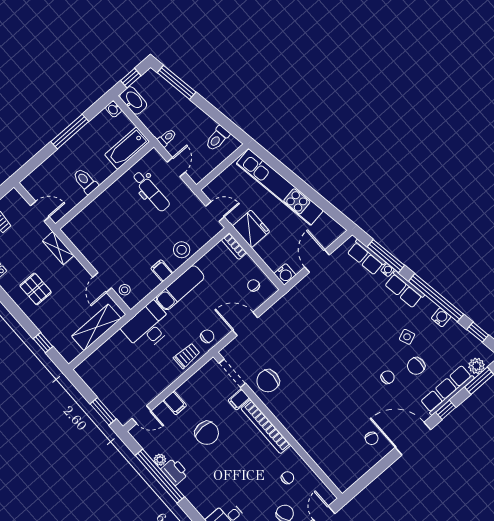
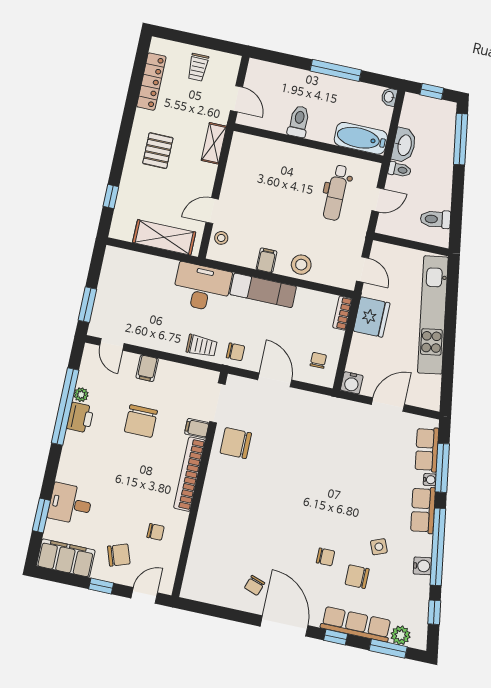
washbasin: (133, 100) -> (404, 145), moved

